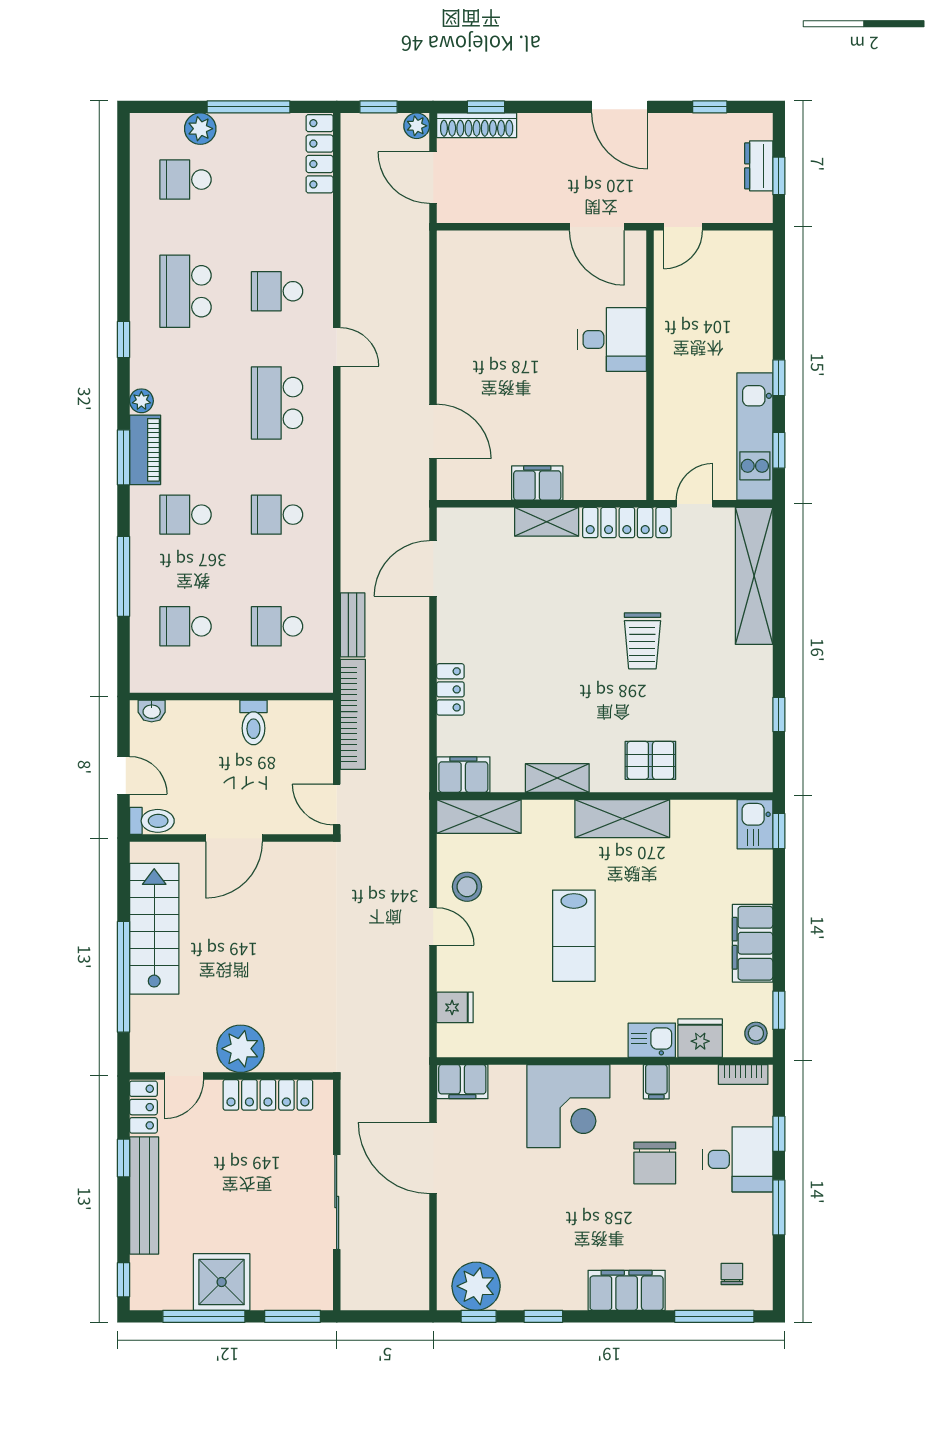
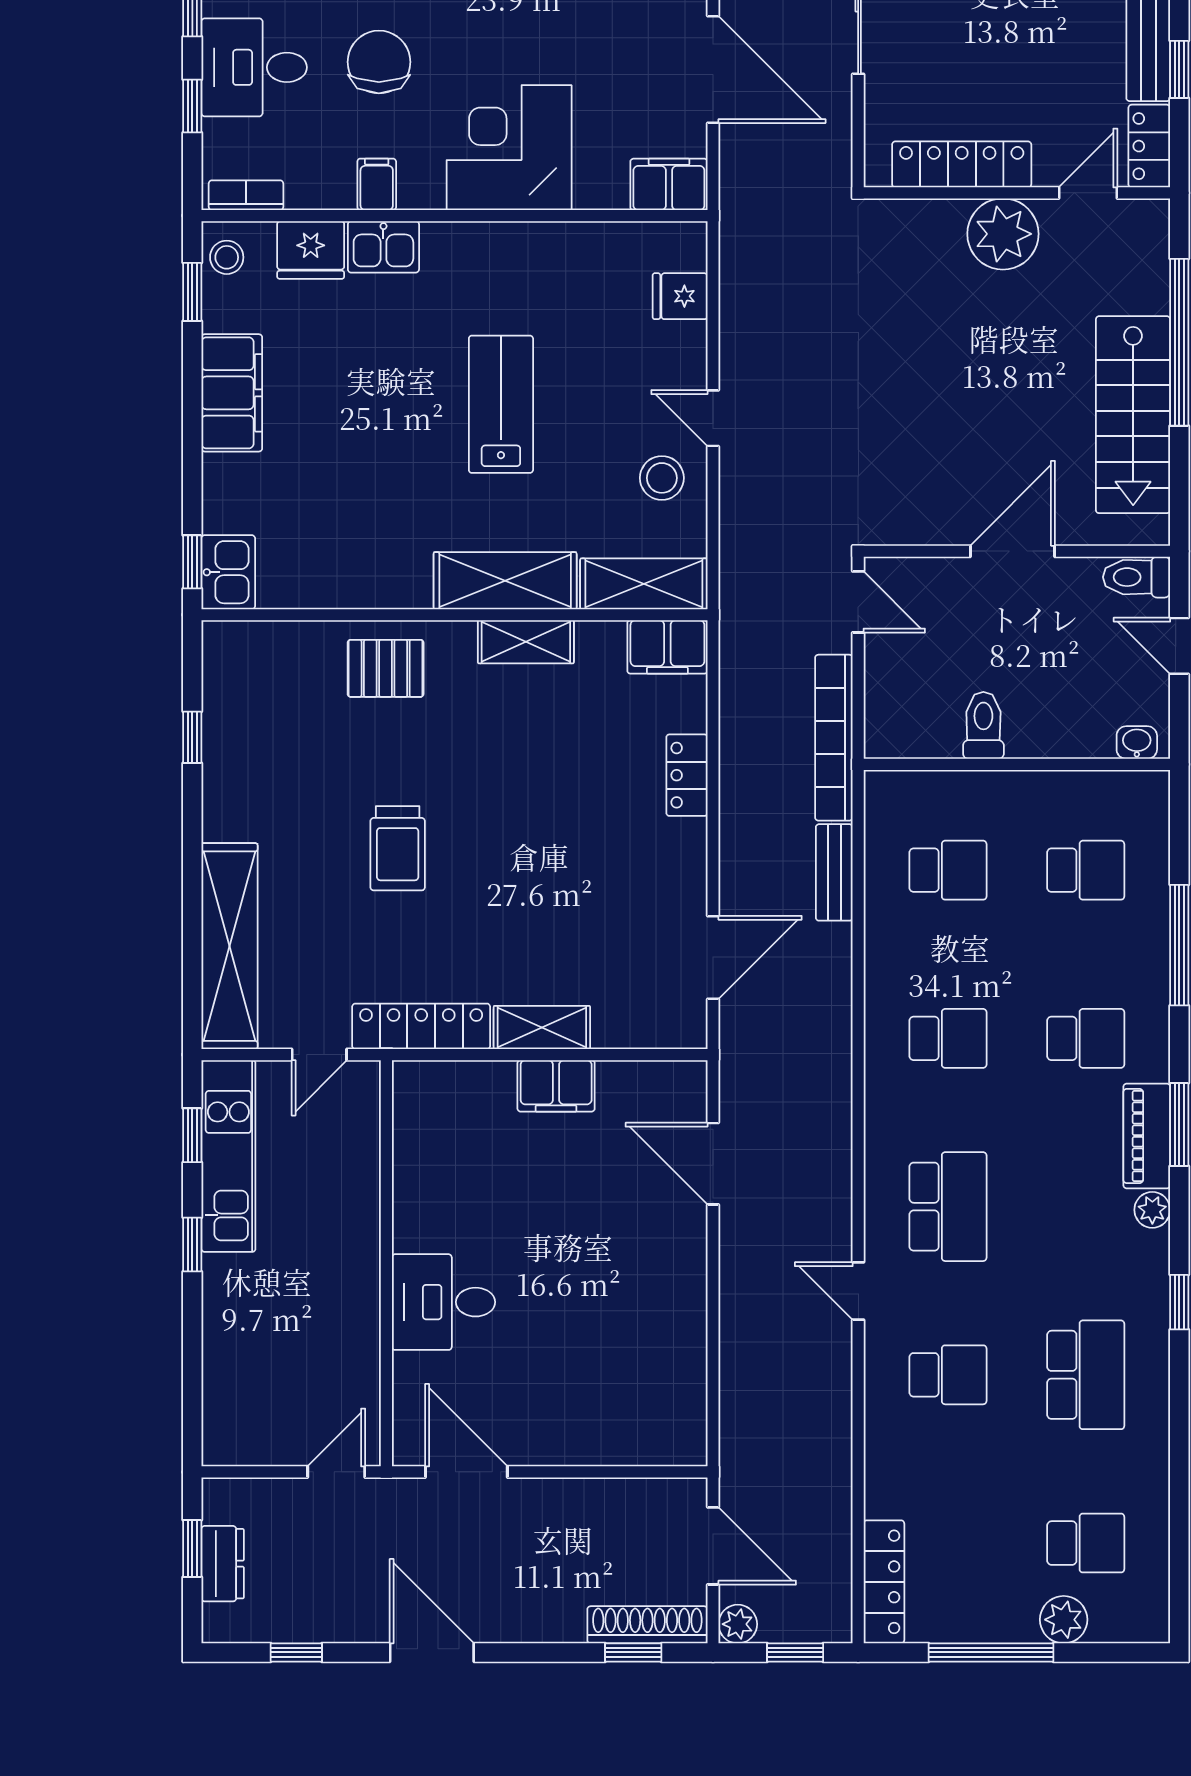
trolley: (642, 641) -> (398, 848), turned 180
shelving: (622, 819) -> (505, 581), moved

